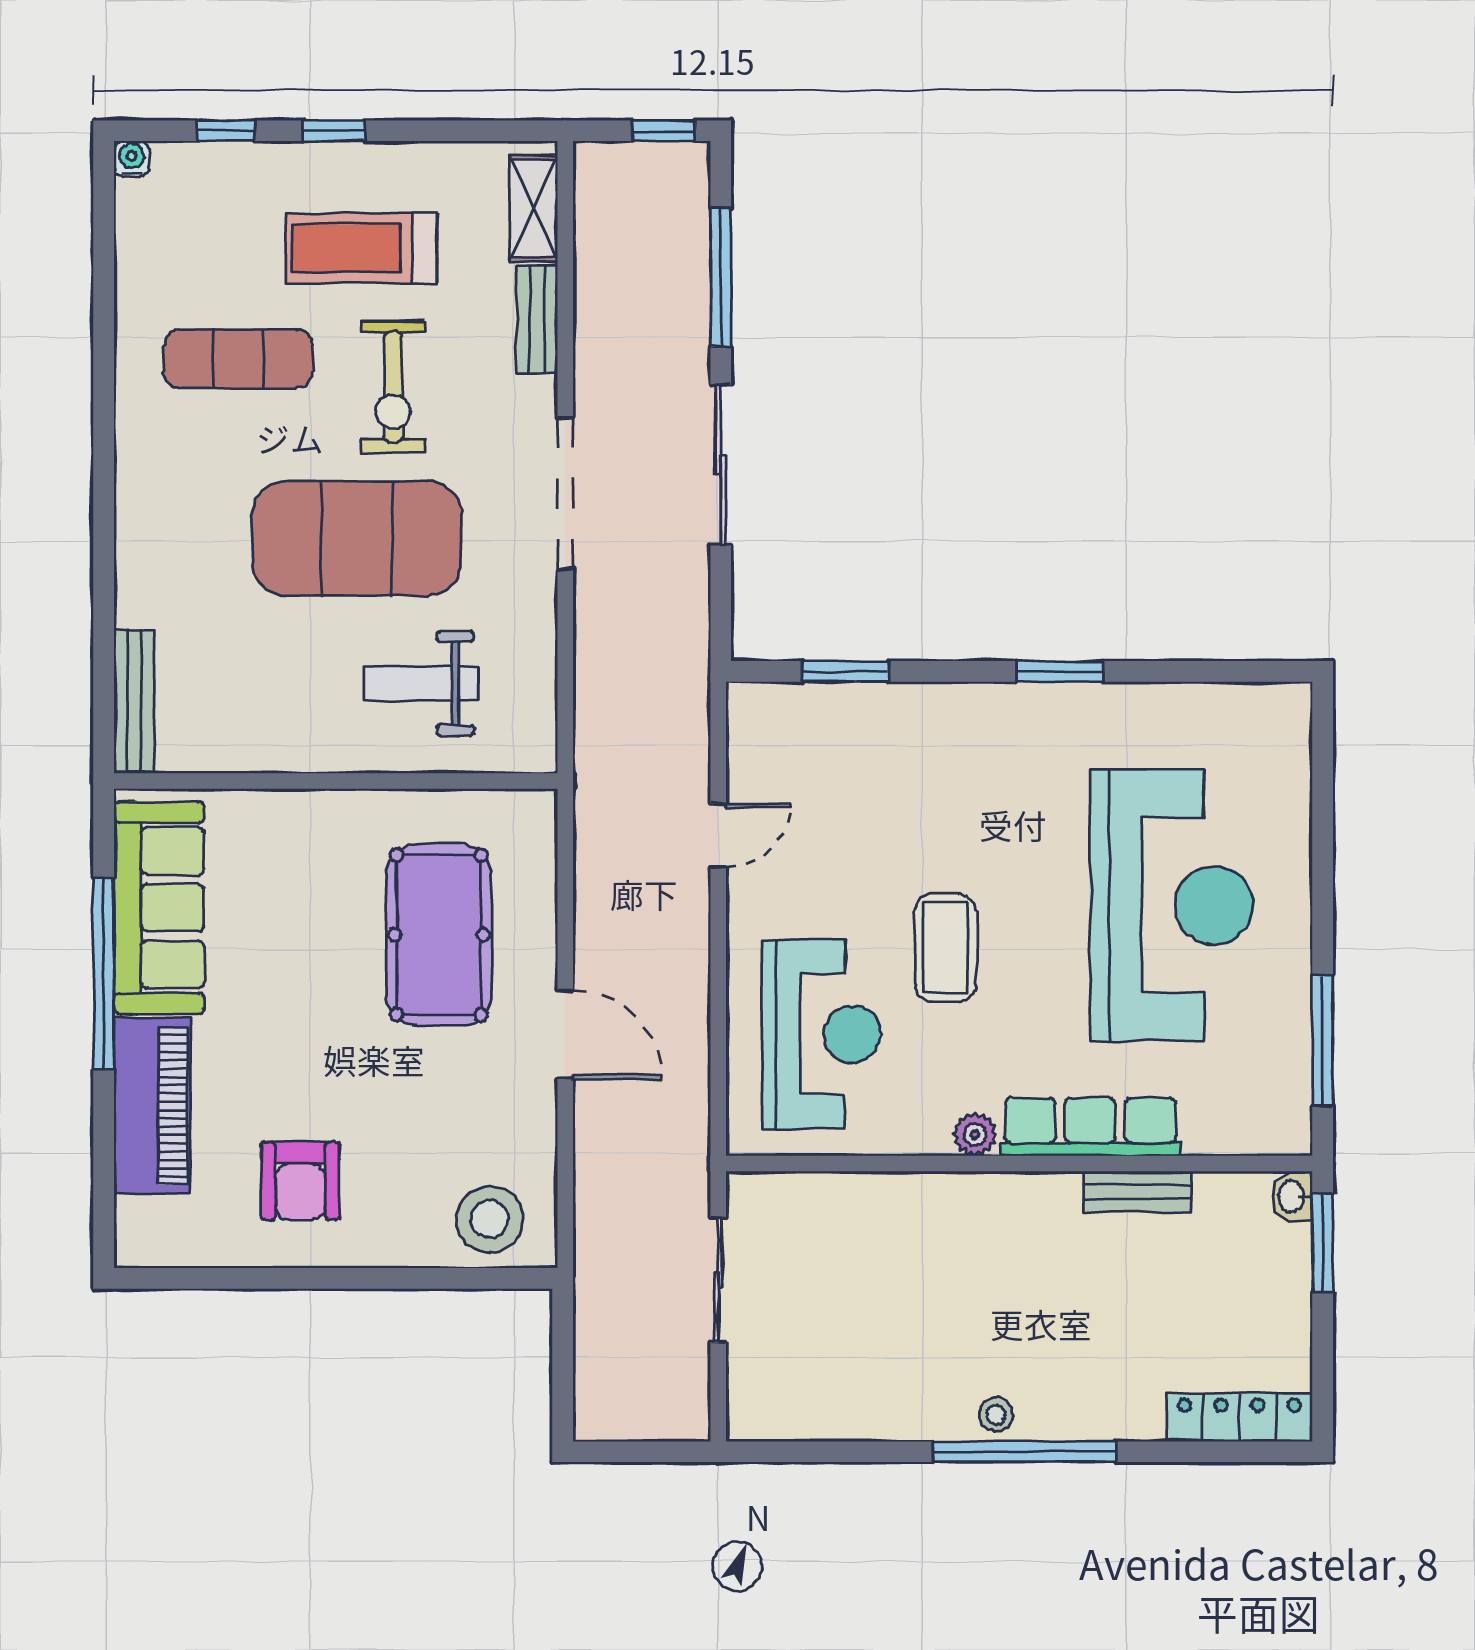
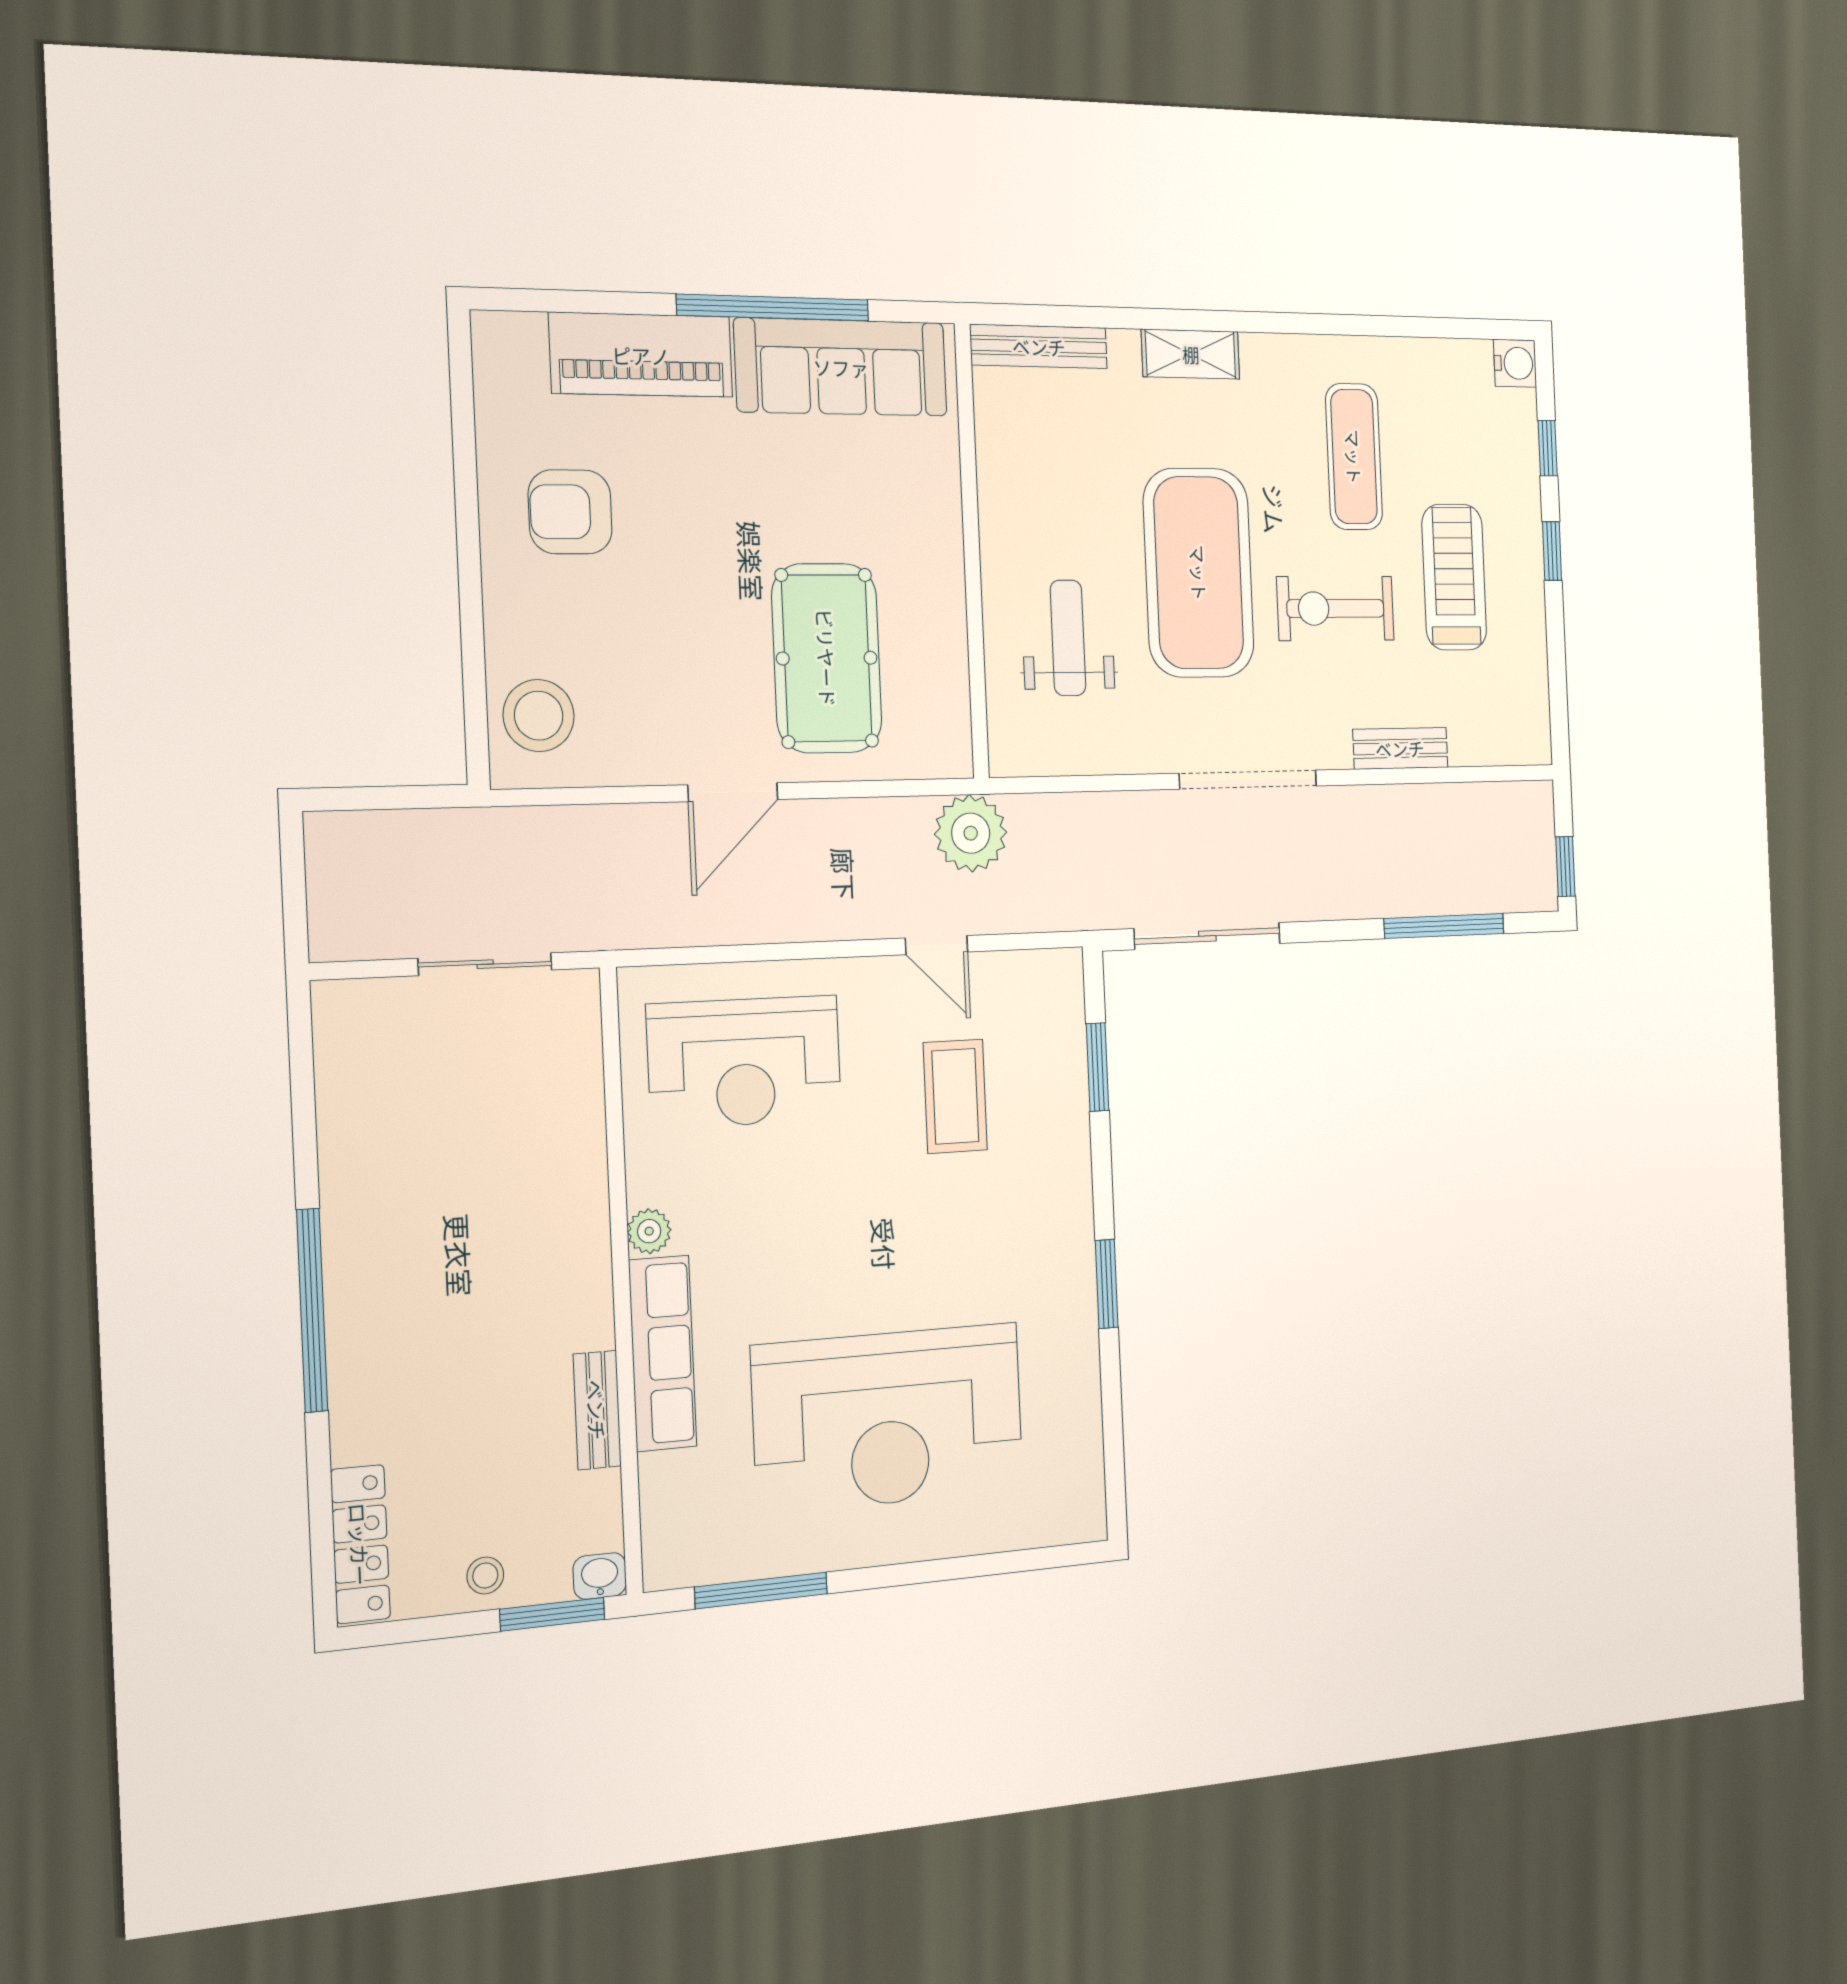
water cooler: (132, 159) -> (1515, 363), width x1.38, depth x1.38
shelving: (534, 208) -> (1191, 354), moved
sliding door: (721, 465) -> (1207, 936), moved
plant: (611, 795) -> (971, 833), added
pool table: (439, 935) -> (827, 658), turned 90
coffee table: (945, 947) -> (955, 1096), moved, turned 90
stool: (996, 1415) -> (485, 1575), moved

